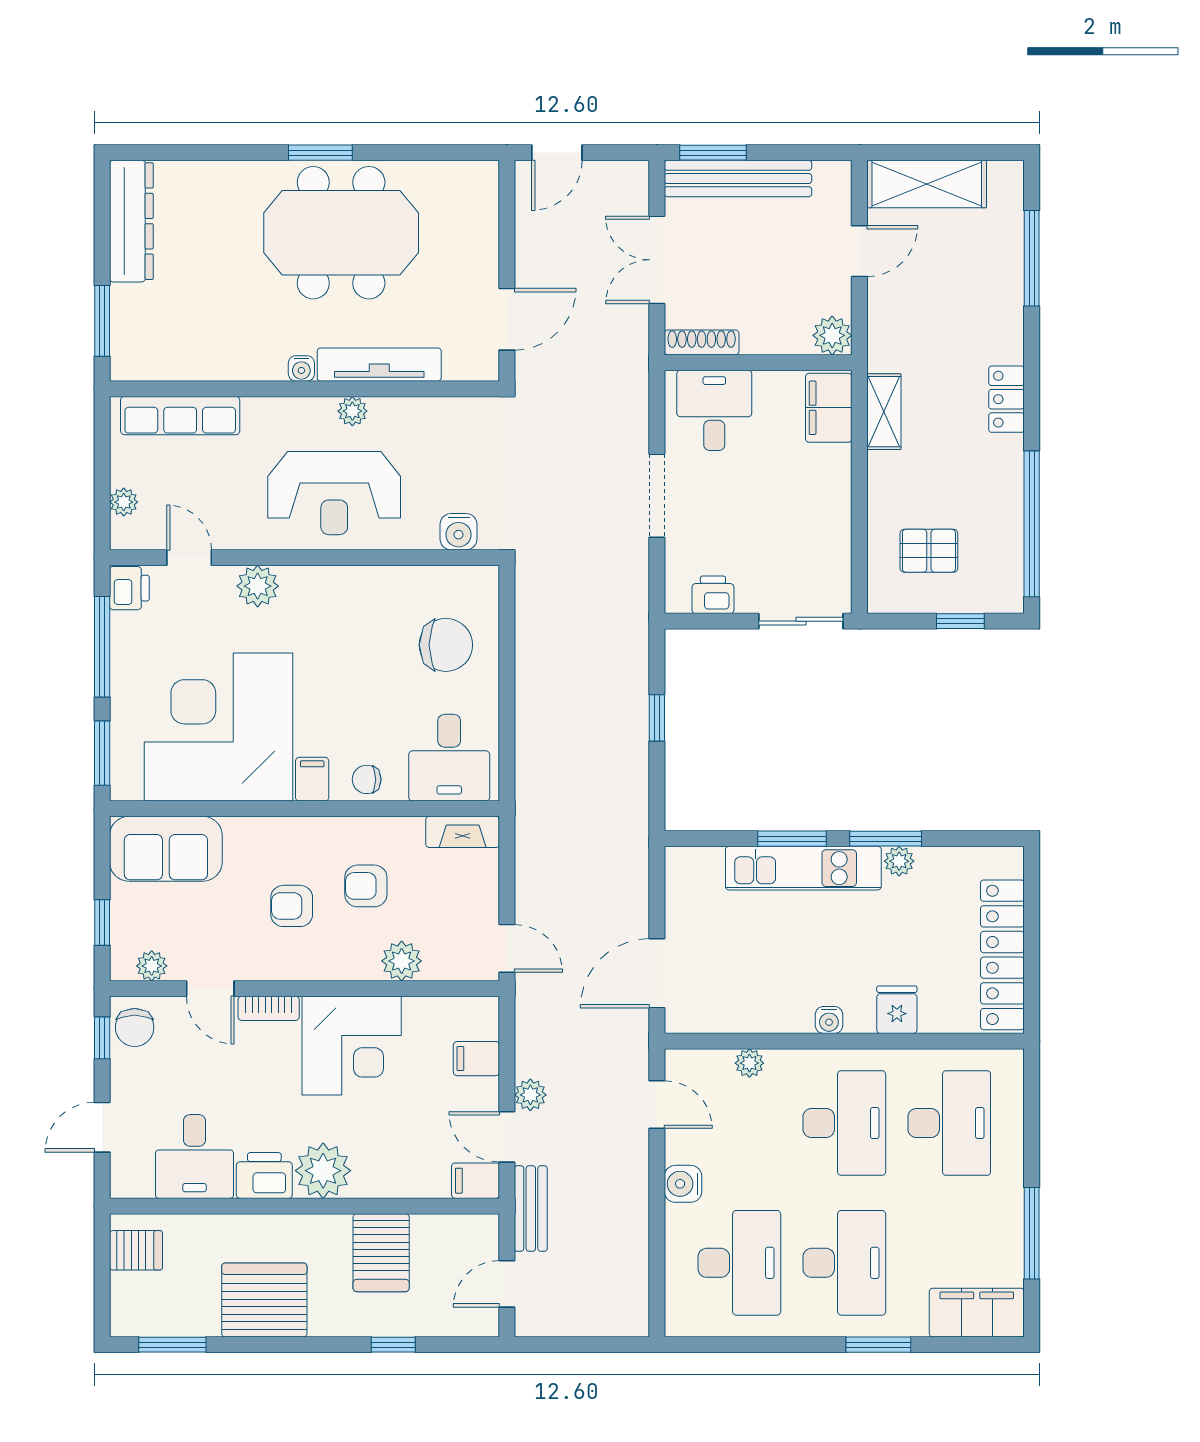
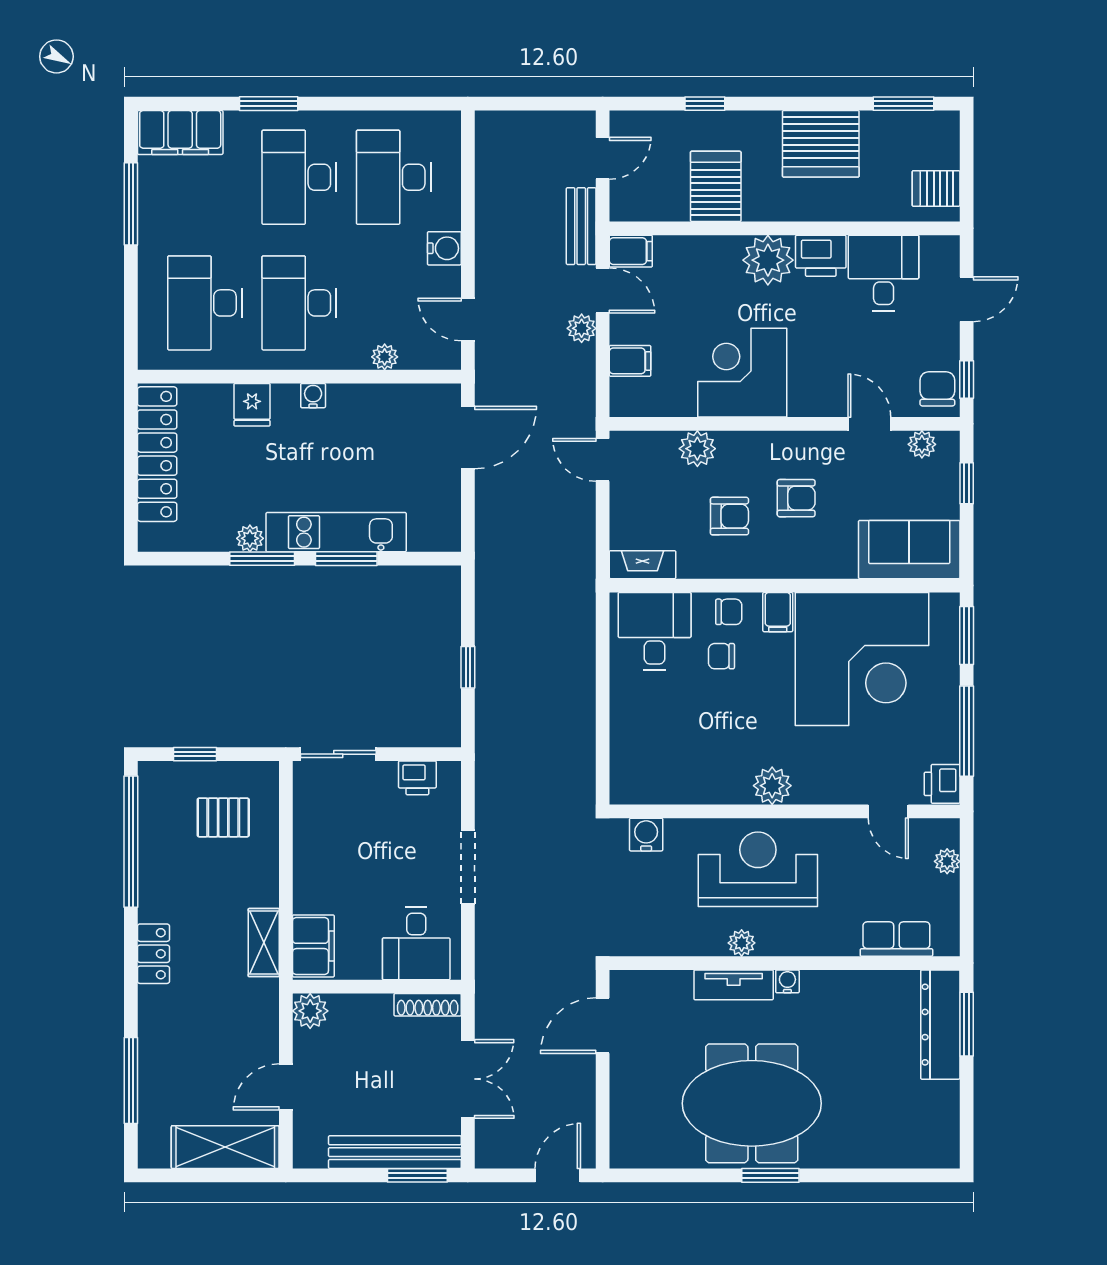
dresser: (131, 221) -> (940, 1025), moved
tv unit: (379, 365) -> (734, 985), width x0.71
row of seats: (180, 416) -> (896, 939), width x0.68
plant: (258, 586) -> (772, 786), moved
chair: (446, 645) -> (721, 656), moved, width x0.54, depth x0.54
bookcase: (269, 1008) -> (817, 406), removed

